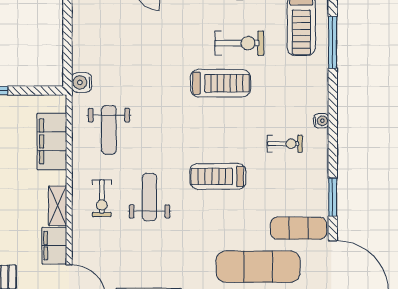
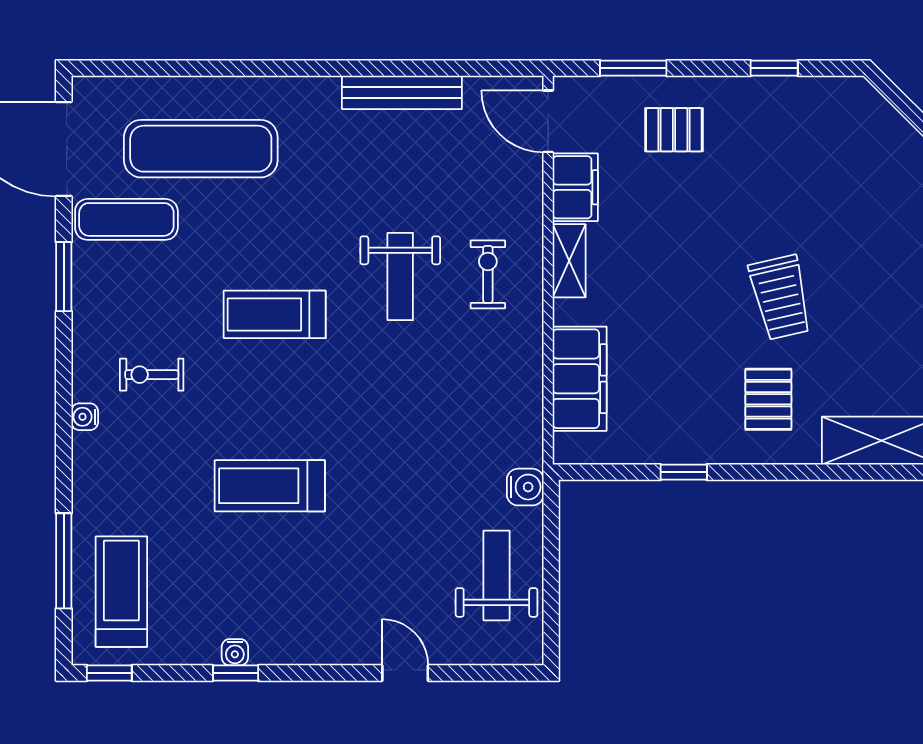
exercise bike: (239, 43) -> (235, 559), removed
weight bench: (109, 130) -> (496, 576), moved
treadmill: (218, 176) -> (275, 314), turned 180

